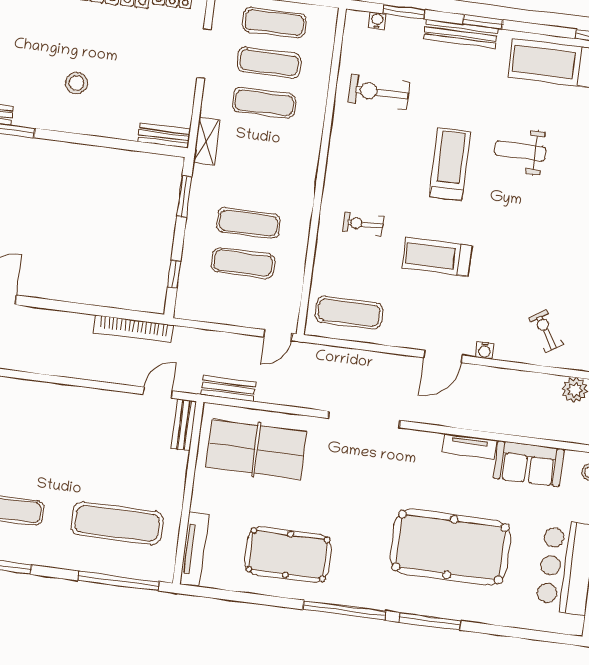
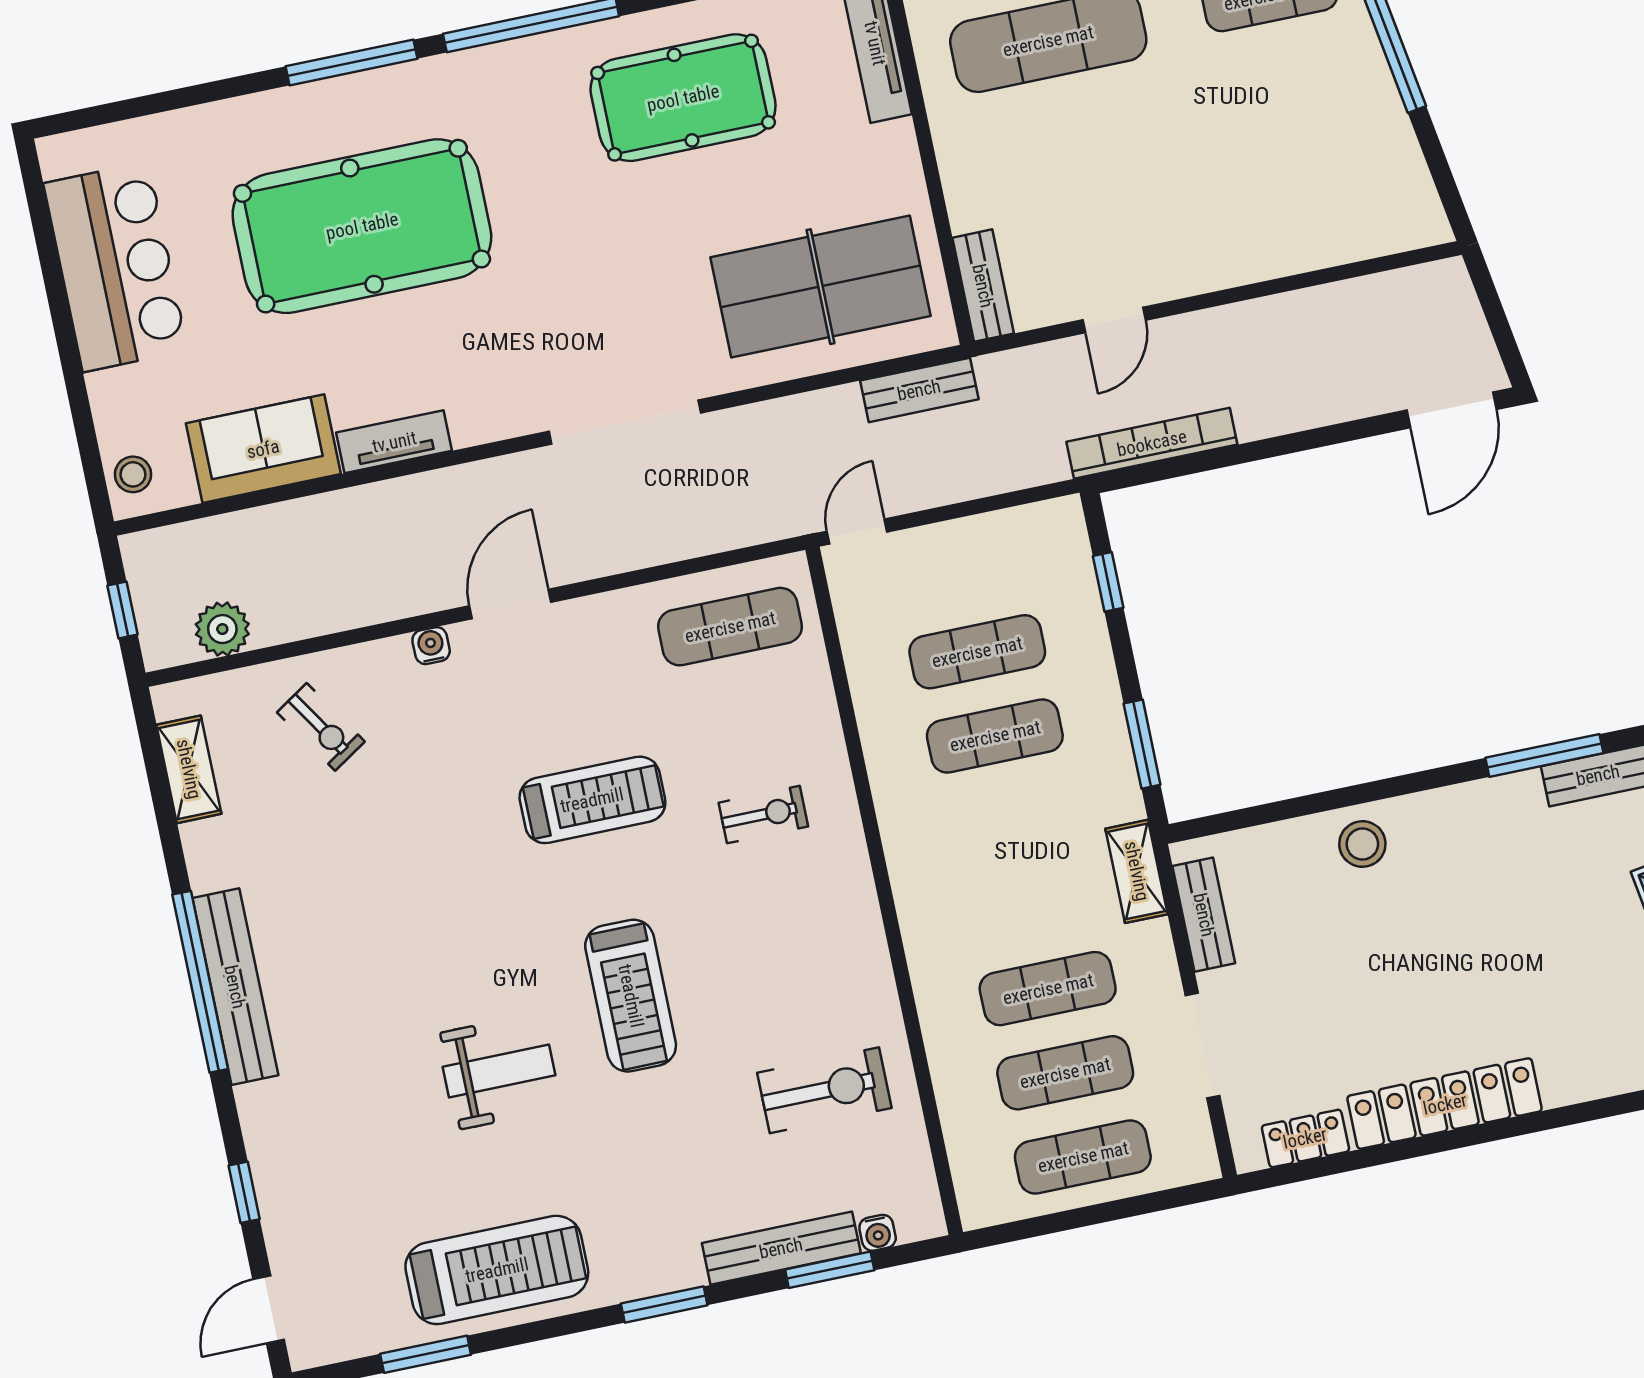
bench: (461, 34) -> (781, 1248), moved
stool: (76, 83) -> (1362, 844), moved
bench: (164, 135) -> (1204, 915), moved, turned 90
door: (158, 393) -> (1114, 320), moved

